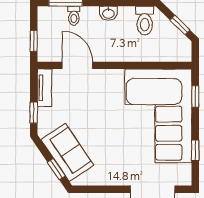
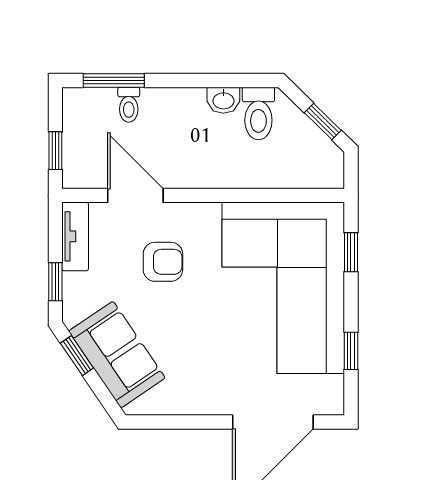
washbasin: (108, 13) -> (223, 100), moved
armchair: (92, 102) -> (163, 262), added
window: (56, 169) -> (77, 356), moved

